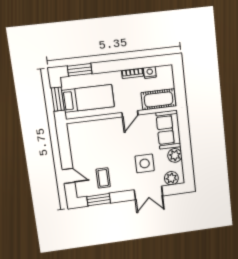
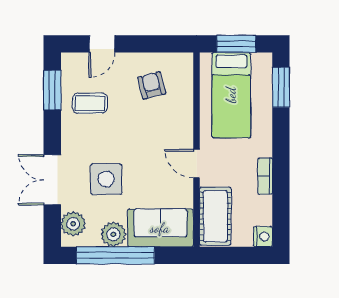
nightstand: (150, 73) -> (263, 237), moved
armchair: (89, 145) -> (152, 85), added
window: (186, 153) -> (115, 255), added

